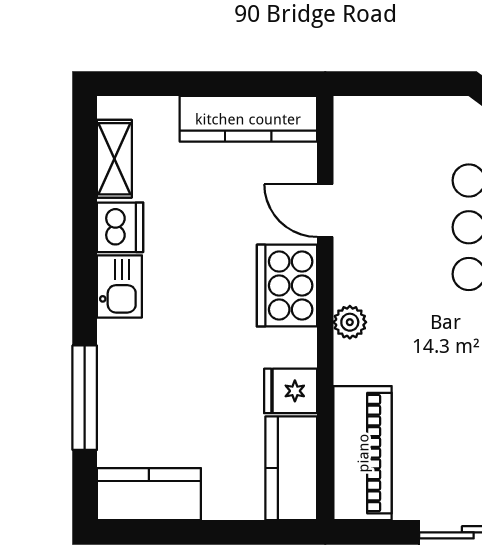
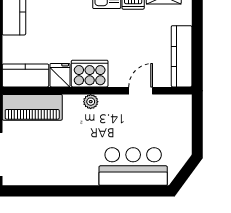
cooker: (287, 286) -> (90, 74), moved

